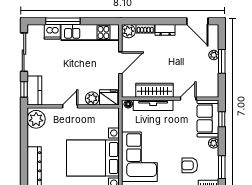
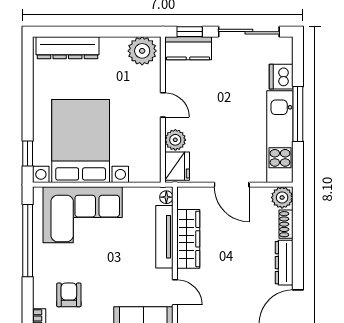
window: (63, 21) -> (298, 114), moved
dresser: (165, 30) -> (284, 263), width x1.44

